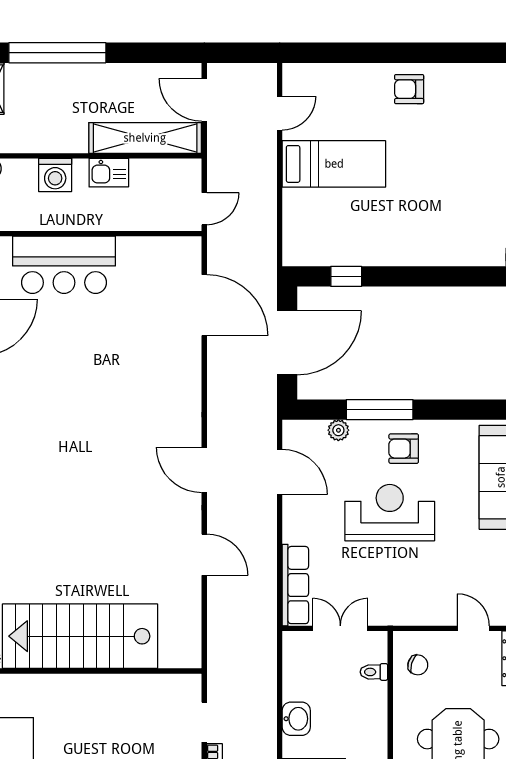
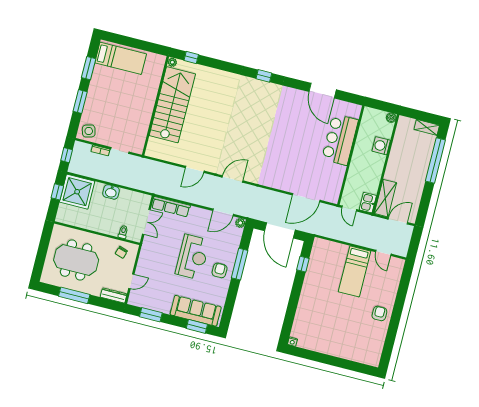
shelving: (145, 138) -> (385, 198), width x0.68
kitchen sink: (109, 173) -> (368, 203), moved
plant: (338, 430) -> (240, 223), moved

